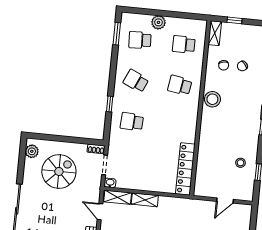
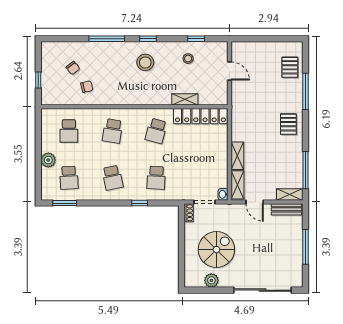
shelving: (215, 33) -> (185, 99), moved
chair: (242, 66) -> (73, 68), moved
school desk: (136, 81) -> (113, 178), turned -36
stool: (212, 99) -> (145, 62), moved
school desk: (176, 126) -> (156, 131), added
plant: (32, 151) -> (211, 280), moved
spiral stairs: (59, 171) -> (216, 250), turned 90
door: (100, 212) -> (255, 202), hinge flipped

